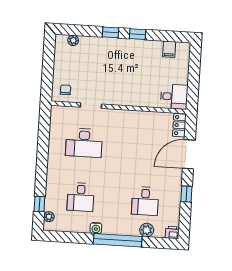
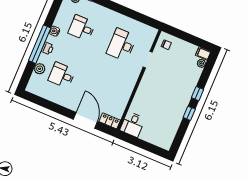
filing cabinet: (169, 49) -> (203, 54), moved
window: (186, 194) -> (56, 108), removed
printer: (172, 233) -> (47, 48), moved

